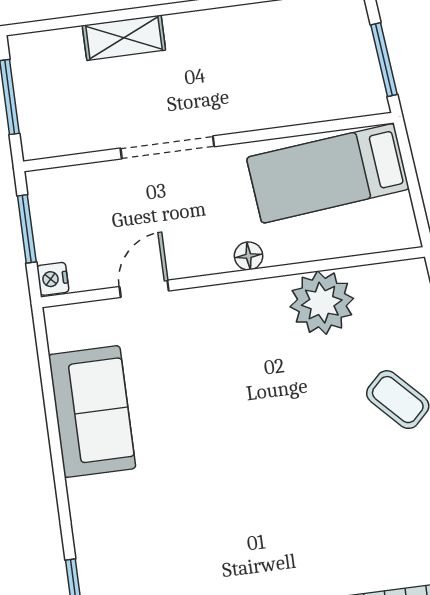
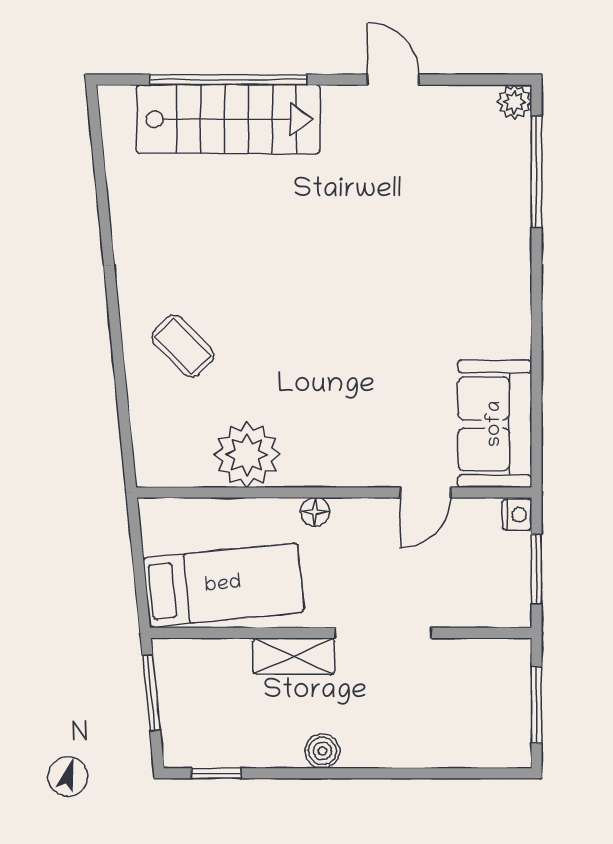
boiler: (211, 25) -> (322, 751), added
shelving: (124, 38) -> (294, 656), moved
sofa: (92, 412) -> (495, 424), moved

